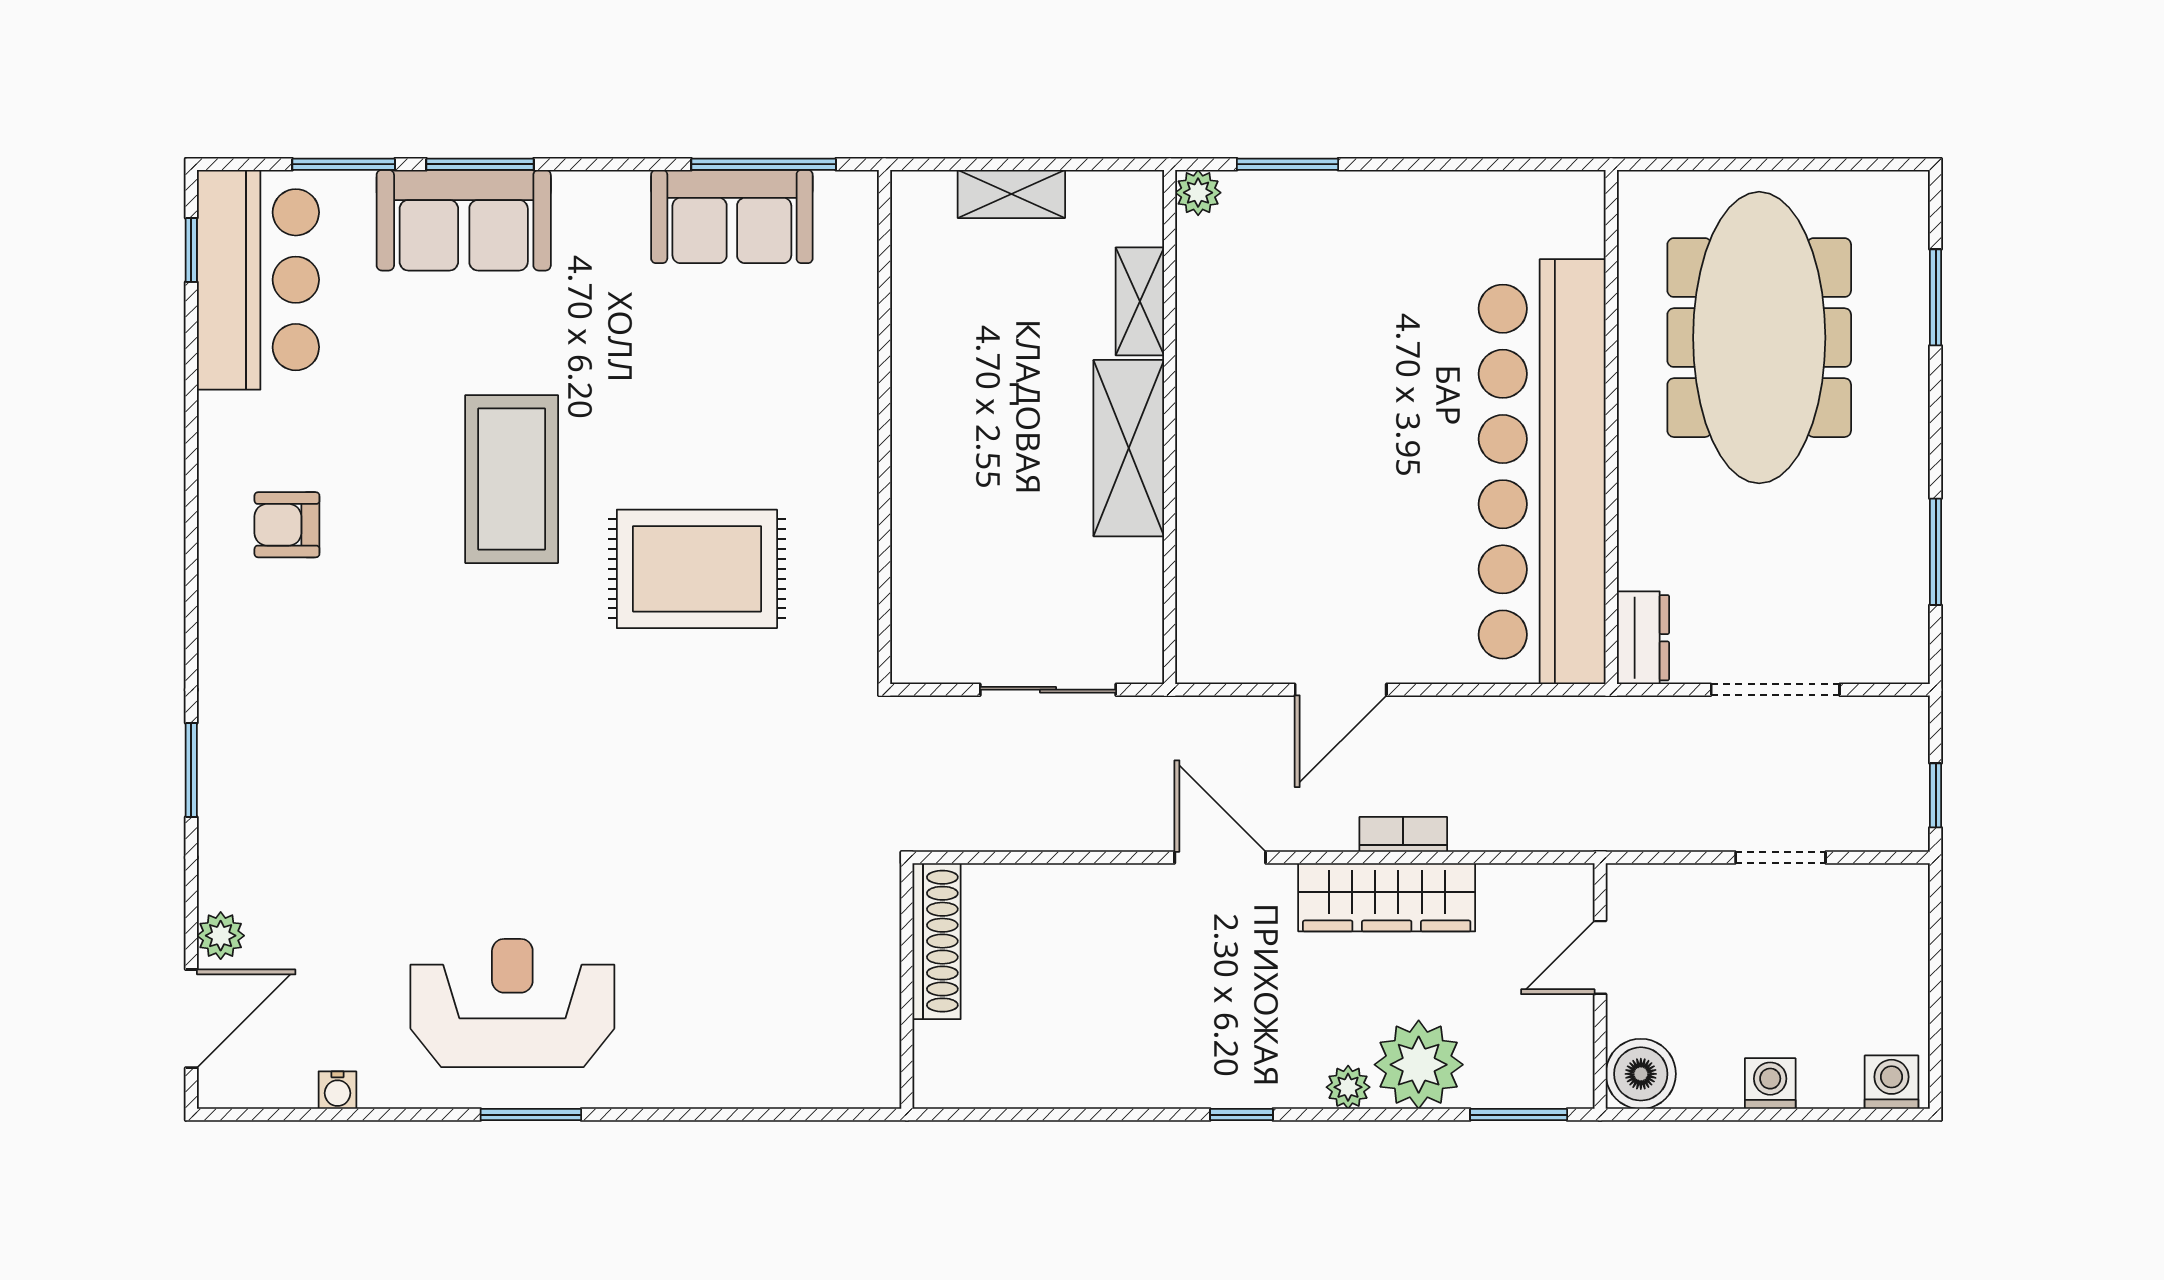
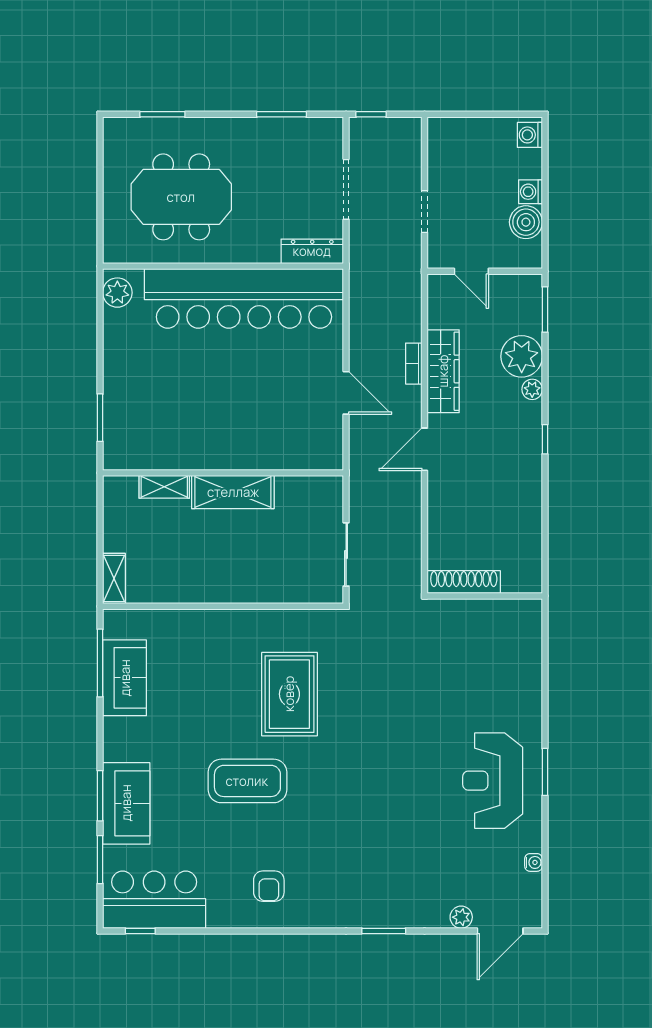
plant: (1198, 193) -> (117, 293), moved, width x1.38, depth x1.38
shelving: (1011, 194) -> (114, 579), moved
meeting table: (1759, 338) -> (181, 197), width x0.73
dresser: (1643, 638) -> (312, 251), width x1.44
sliding door: (1048, 690) -> (346, 554), moved
window: (1936, 795) -> (371, 114), moved
doorway: (1780, 857) -> (425, 212), moved
door: (191, 1019) -> (500, 931), swing flipped
boiler: (1641, 1074) -> (526, 222), moved

